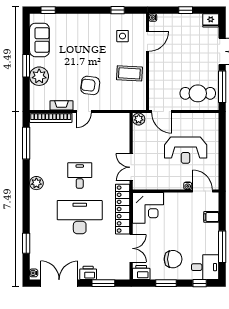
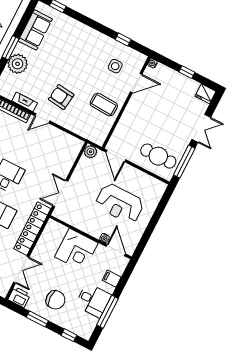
corner desk: (148, 208) -> (76, 250), moved
desk: (205, 267) -> (93, 300), moved

